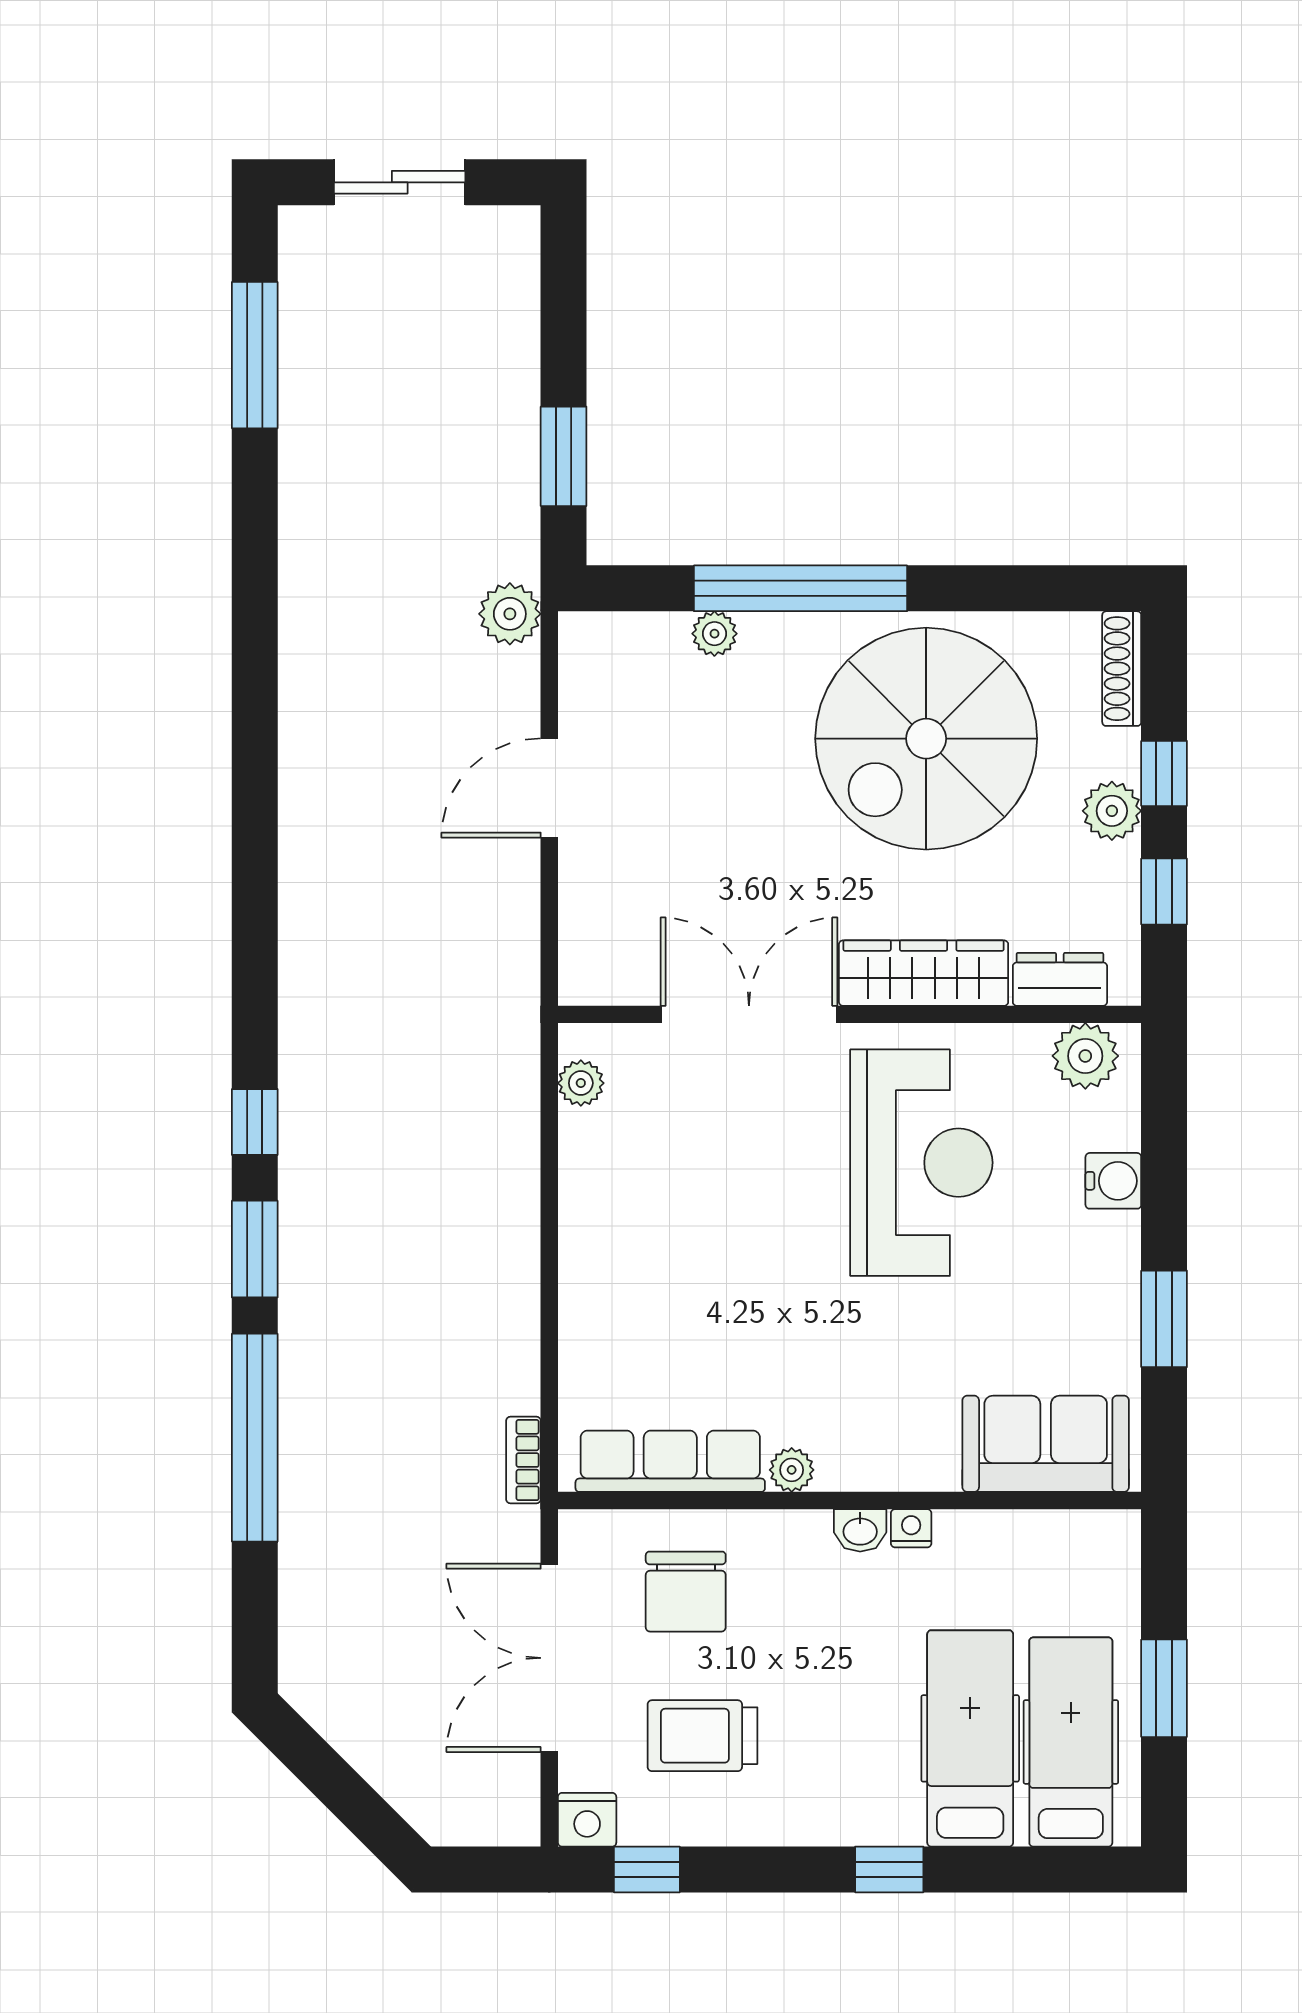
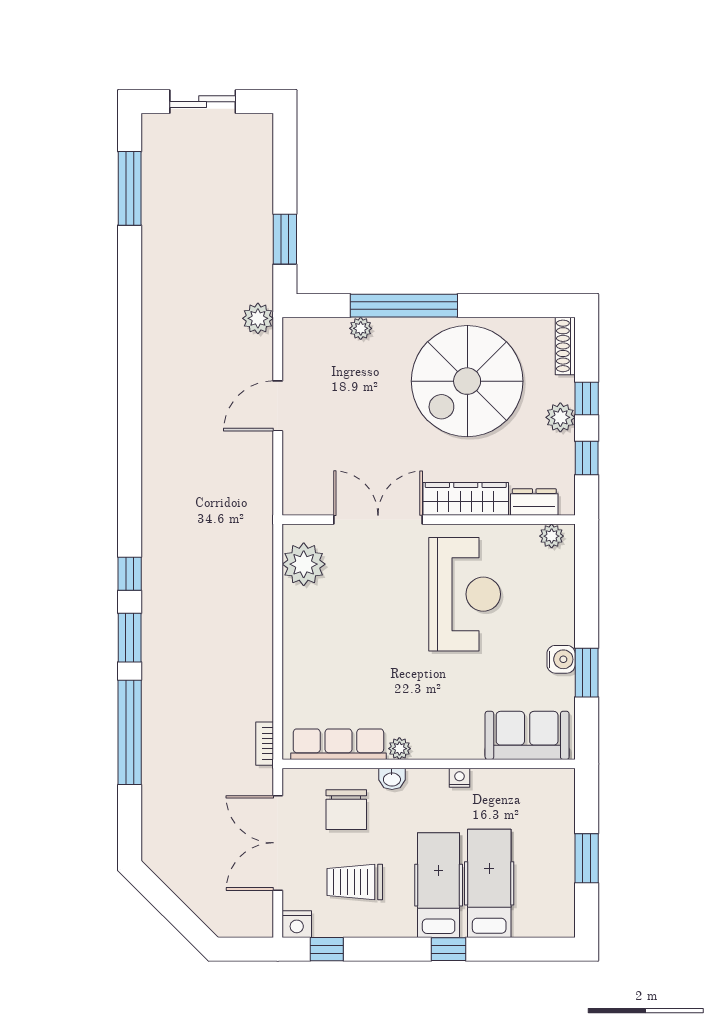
plant: (1085, 1056) -> (552, 536), width x0.73, depth x0.73
plant: (581, 1083) -> (304, 564), width x1.88, depth x1.88
water cooler: (1113, 1181) -> (561, 659), moved
washbasin: (860, 1530) -> (392, 779), moved
hospital bed: (1071, 1742) -> (439, 885), moved

